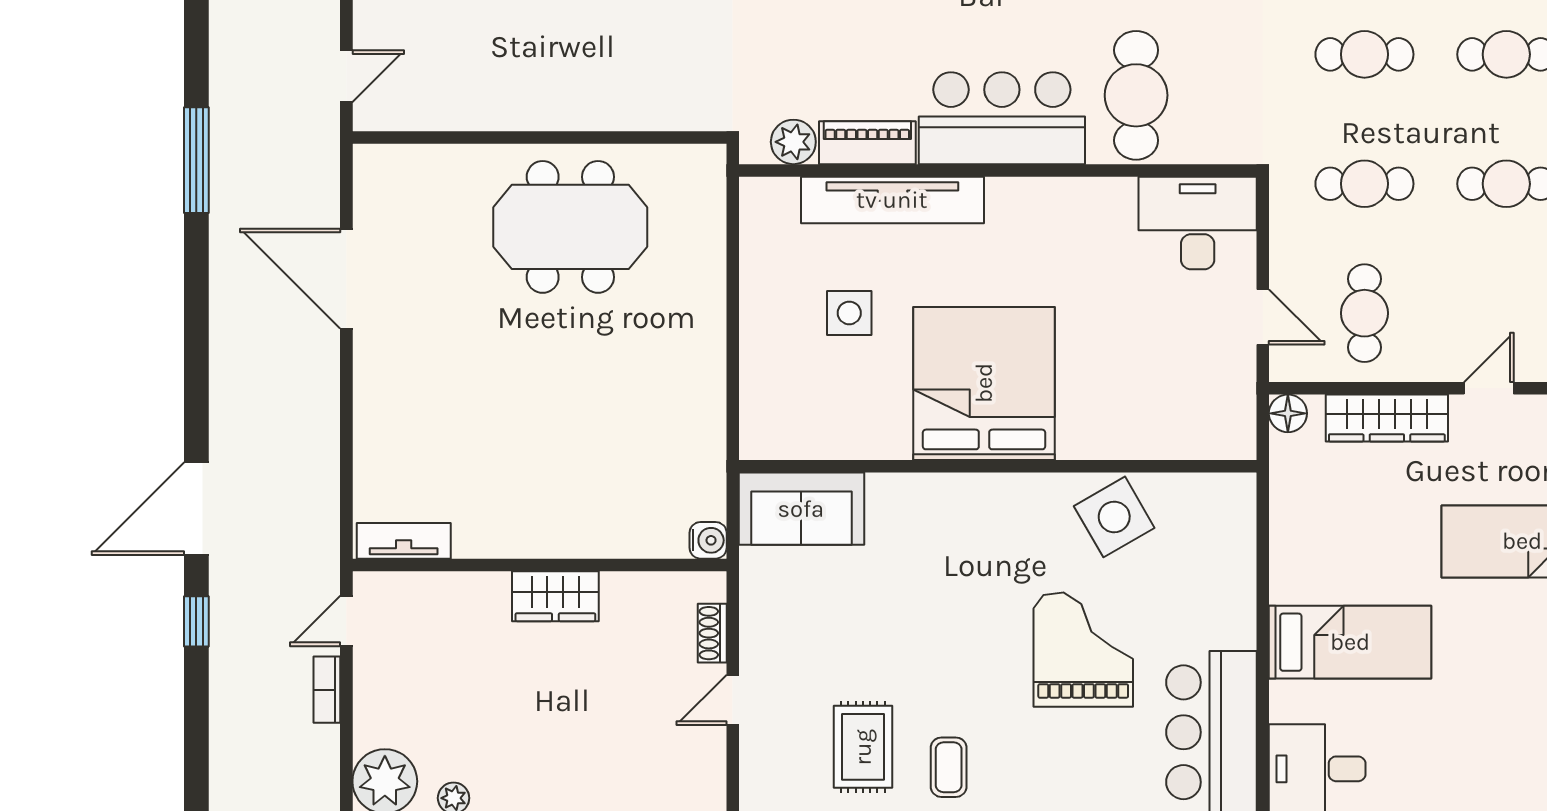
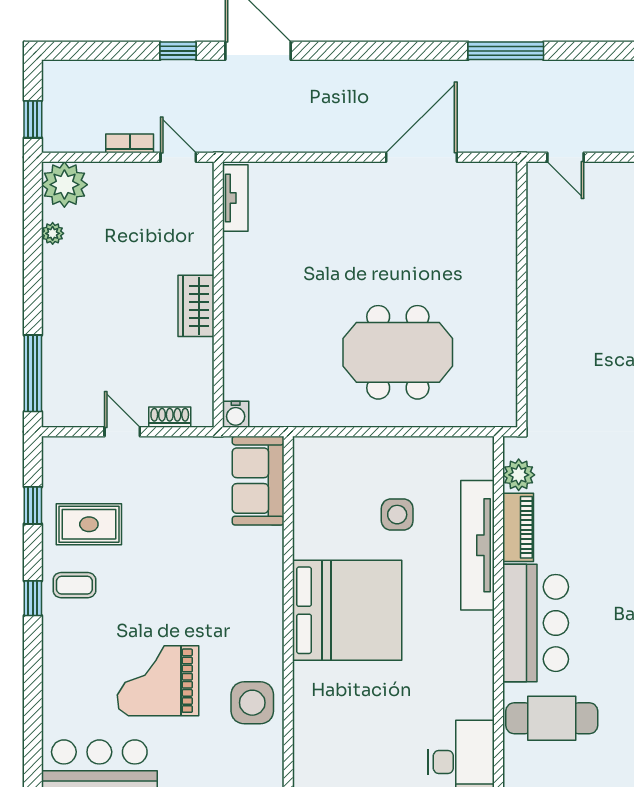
meeting table: (570, 227) -> (398, 352), moved, turned 90
side table: (1114, 517) -> (252, 703), turned 30
grand piano: (1083, 650) -> (158, 681), turned 180

